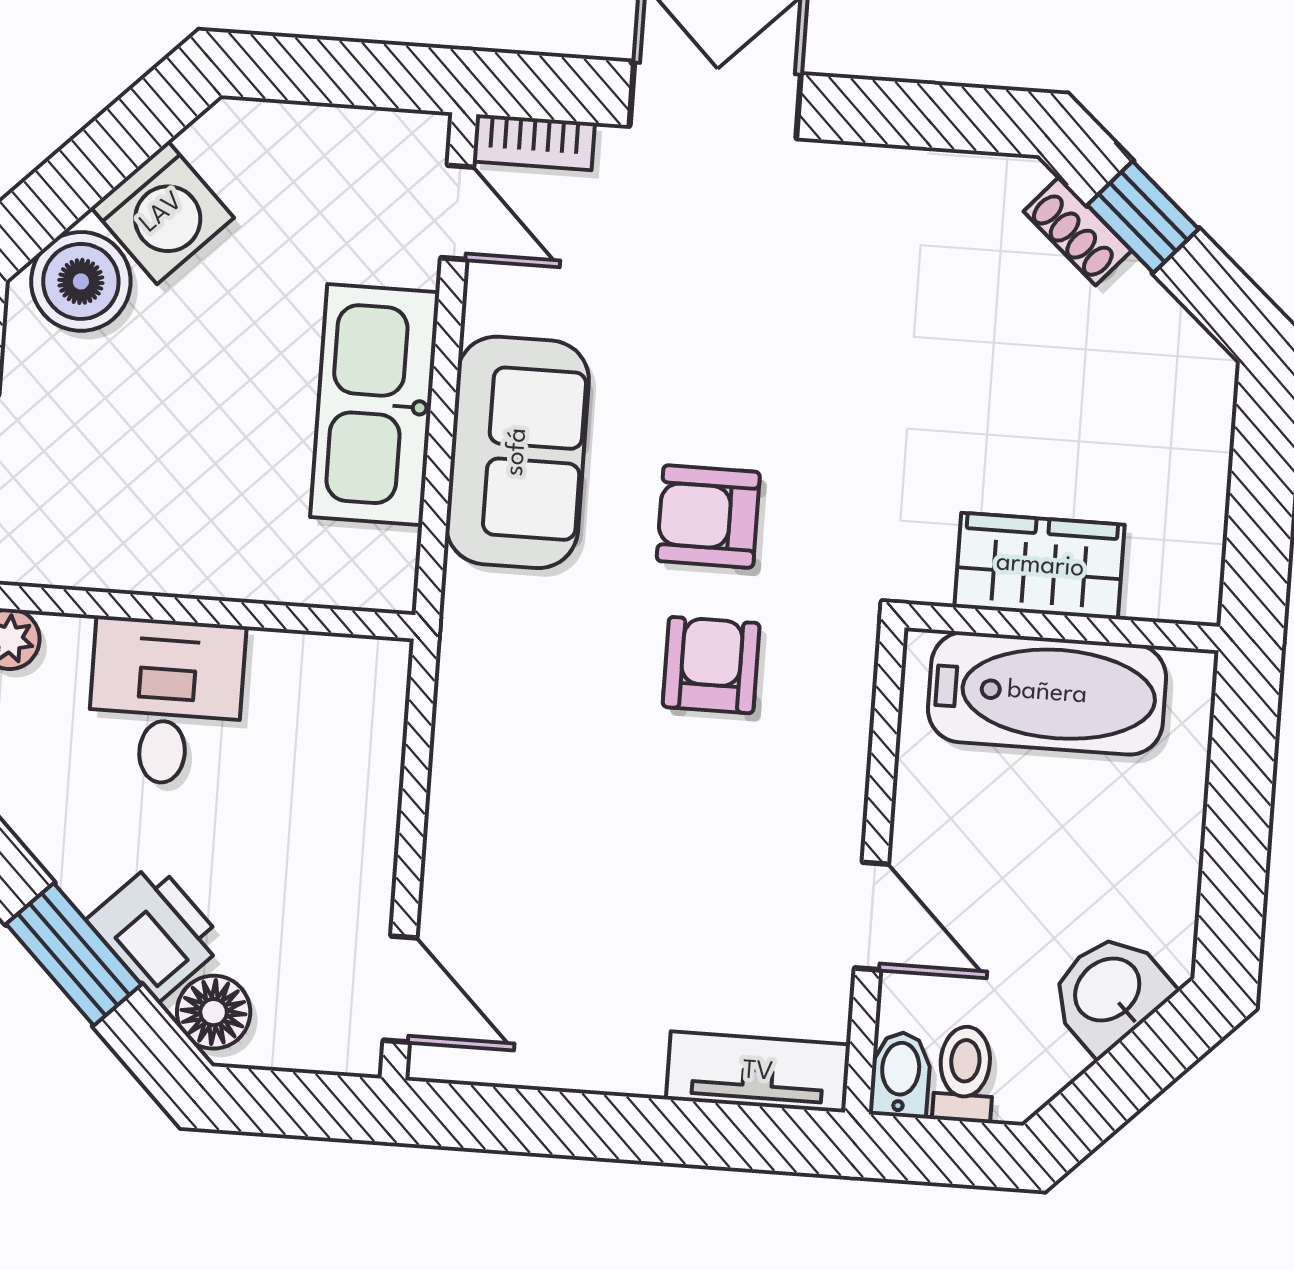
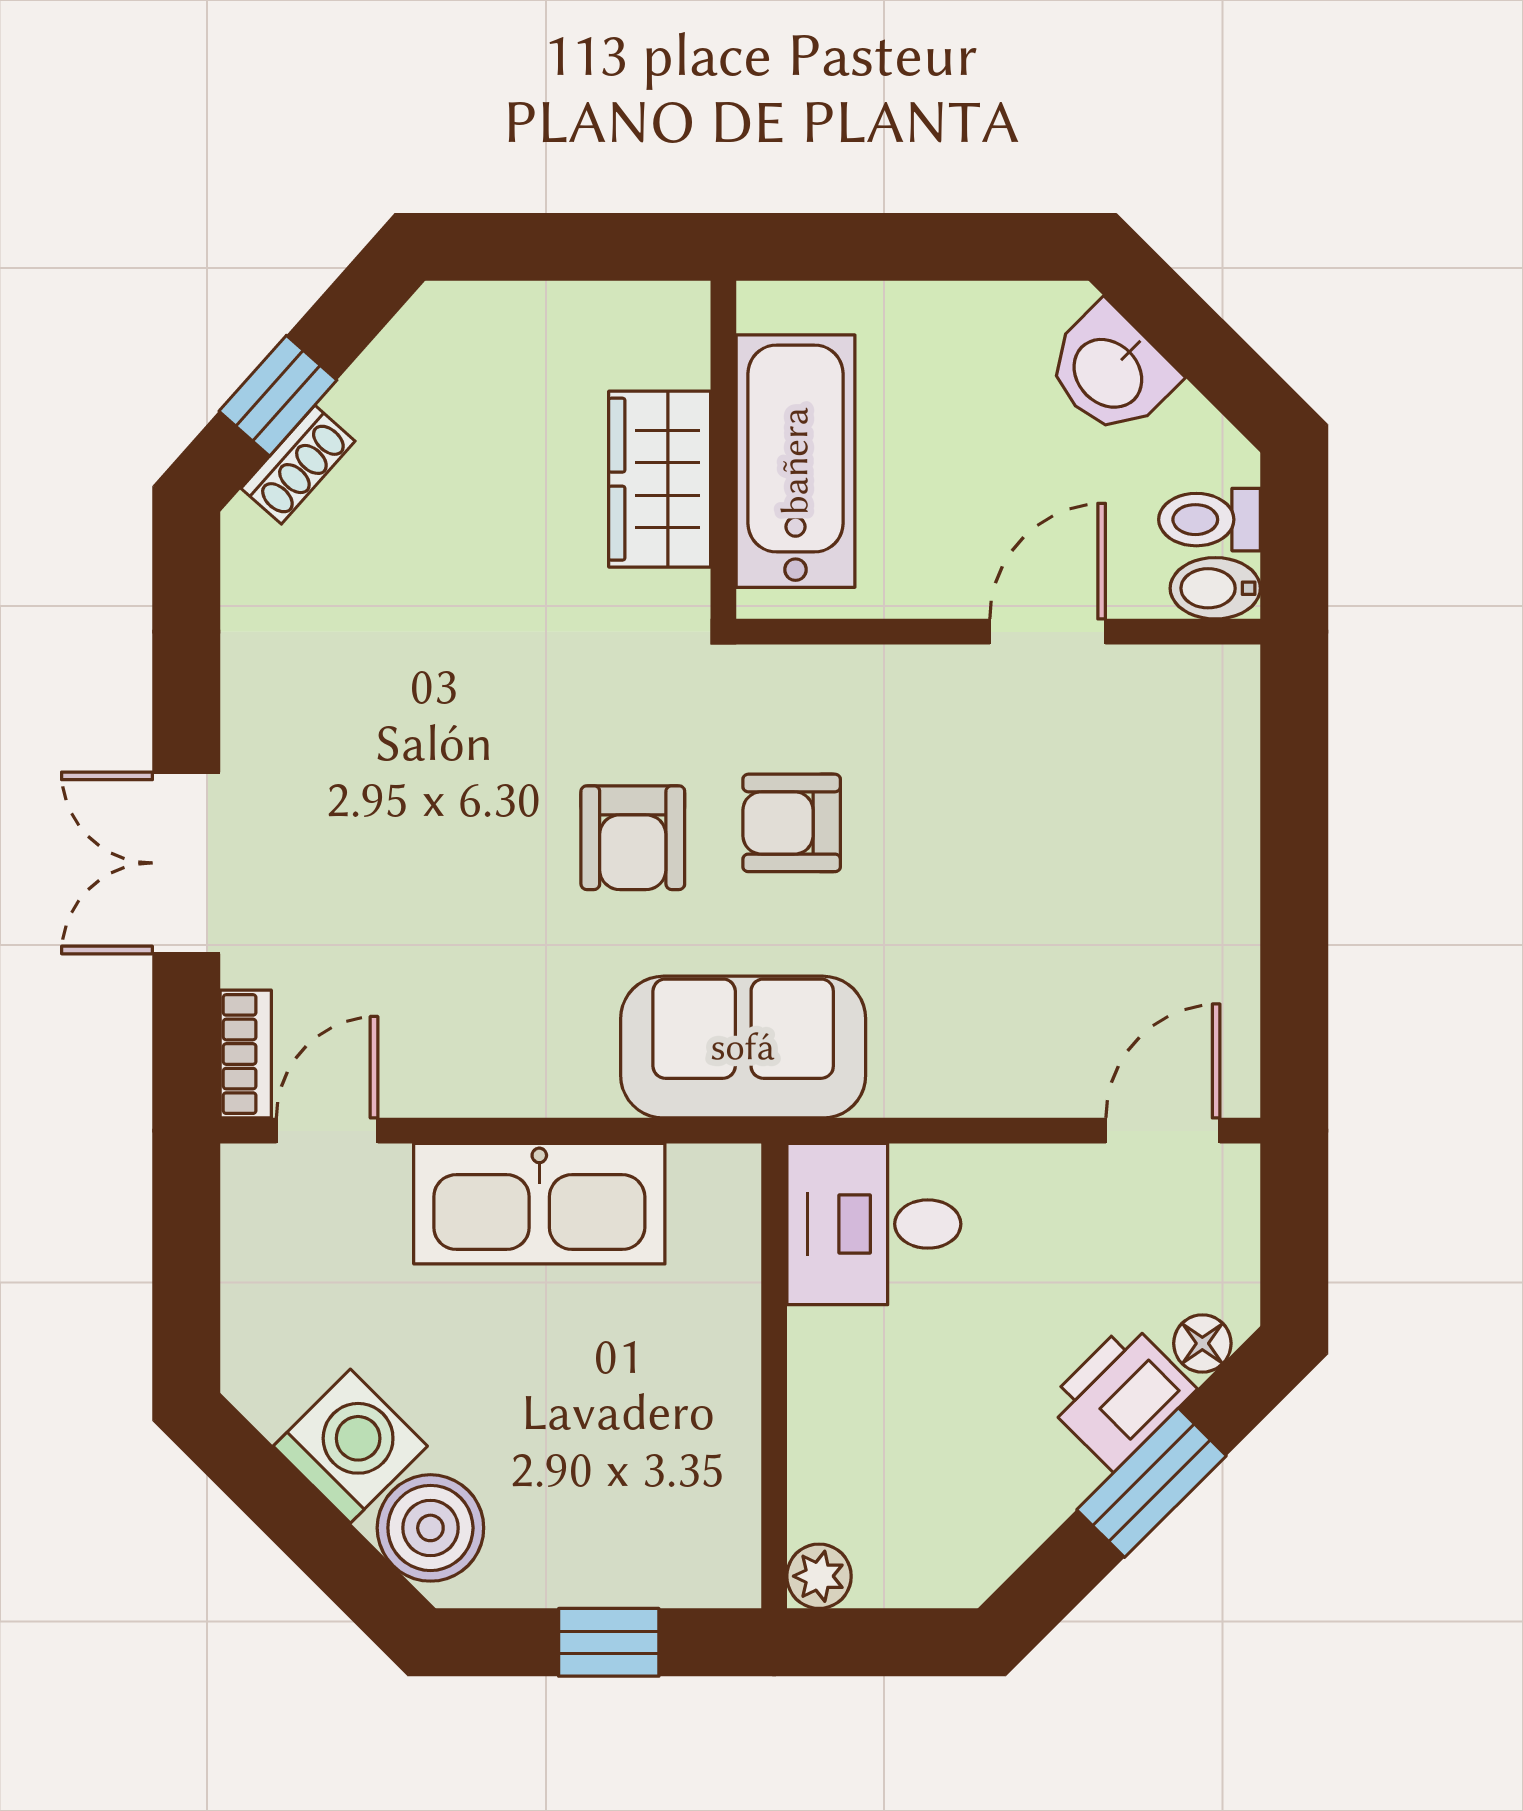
sofa: (517, 452) -> (743, 1047), moved
desk: (166, 702) -> (874, 1224), moved
floor lamp: (214, 1012) -> (1202, 1343), width x0.73, depth x0.73
tv unit: (758, 1072) -> (1224, 741), removed

